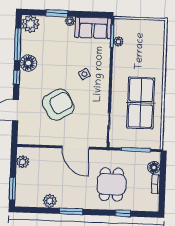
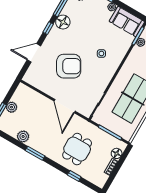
plant: (23, 162) -> (12, 107), moved

